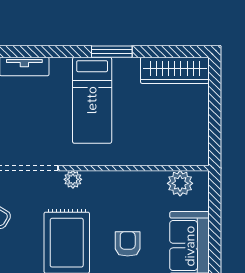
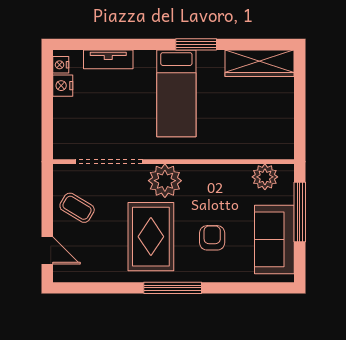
plant: (73, 179) -> (165, 181), width x1.87, depth x1.87
window: (215, 218) -> (300, 212), added

